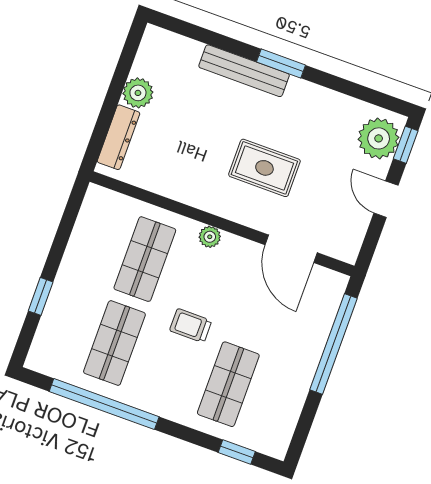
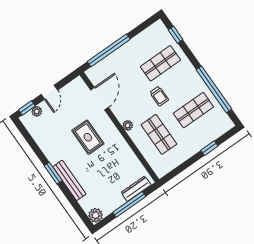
plant: (138, 93) -> (96, 215), moved
window: (111, 102) -> (129, 204), added
plant: (379, 138) -> (37, 111), width x0.53, depth x0.53
shop shelf: (145, 259) -> (159, 134), turned 90

